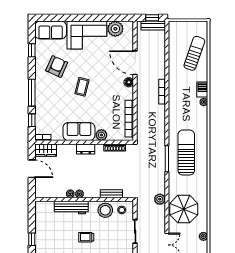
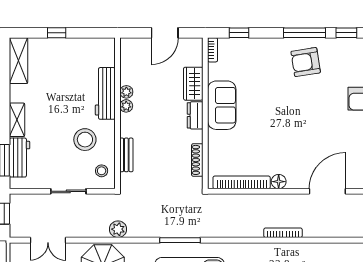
armchair: (57, 67) -> (306, 62), moved, turned 147
floor lamp: (129, 82) -> (279, 182), moved
coffee table: (82, 87) -> (290, 110), removed
window: (32, 93) -> (305, 33), moved
plant: (101, 135) -> (216, 140), removed
wardrobe: (46, 150) -> (193, 84), moved
stool: (105, 210) -> (85, 140), moved
trolley: (86, 237) -> (60, 116), removed

